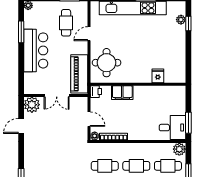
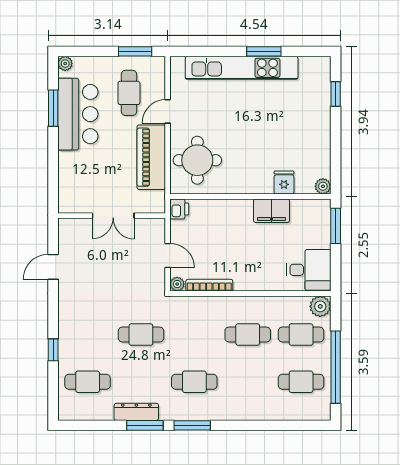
plant: (181, 20) -> (323, 186), moved
bar counter: (36, 50) -> (78, 114), moved
piano: (79, 74) -> (151, 157), moved
filing cabinet: (122, 93) -> (271, 211), moved
plant: (32, 105) -> (71, 231), removed
window: (188, 123) -> (336, 226), moved
cafe table: (105, 166) -> (141, 335), moved

